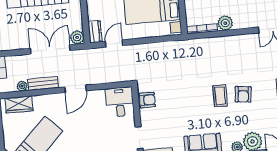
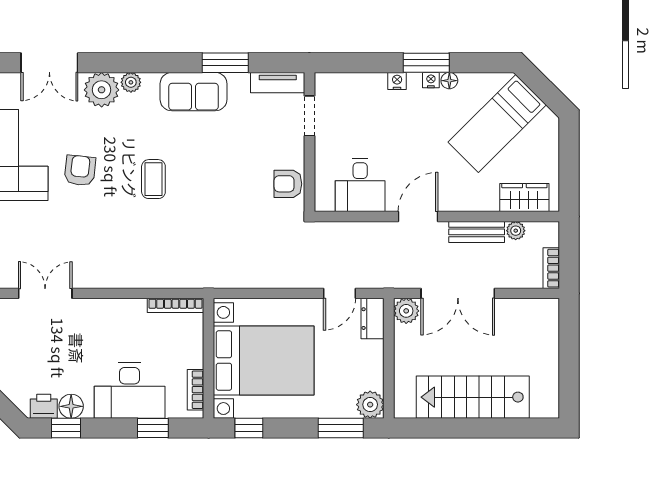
plant: (225, 23) -> (132, 312), removed
armchair: (243, 94) -> (80, 170), moved
desk: (120, 102) -> (360, 185), moved

